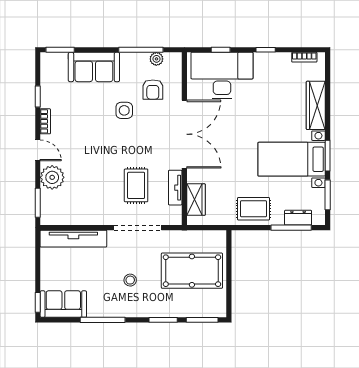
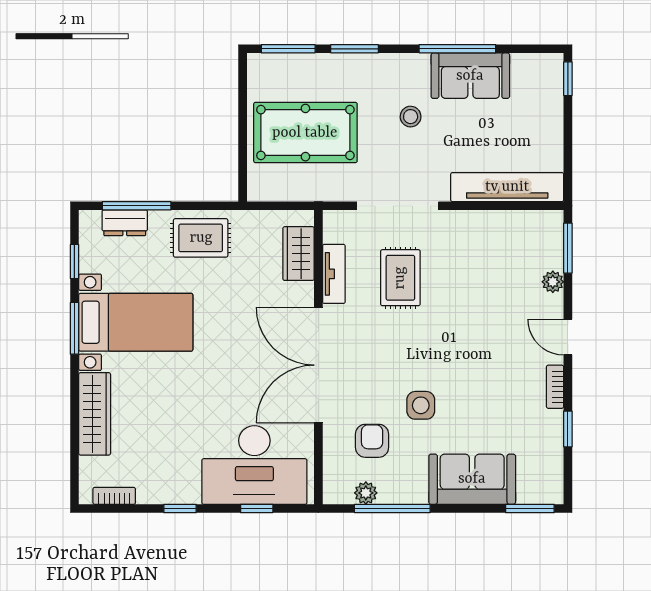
plant: (52, 177) -> (553, 282), width x0.53, depth x0.53
window: (328, 195) -> (74, 262), width x0.67
sofa: (63, 304) -> (470, 76), moved

